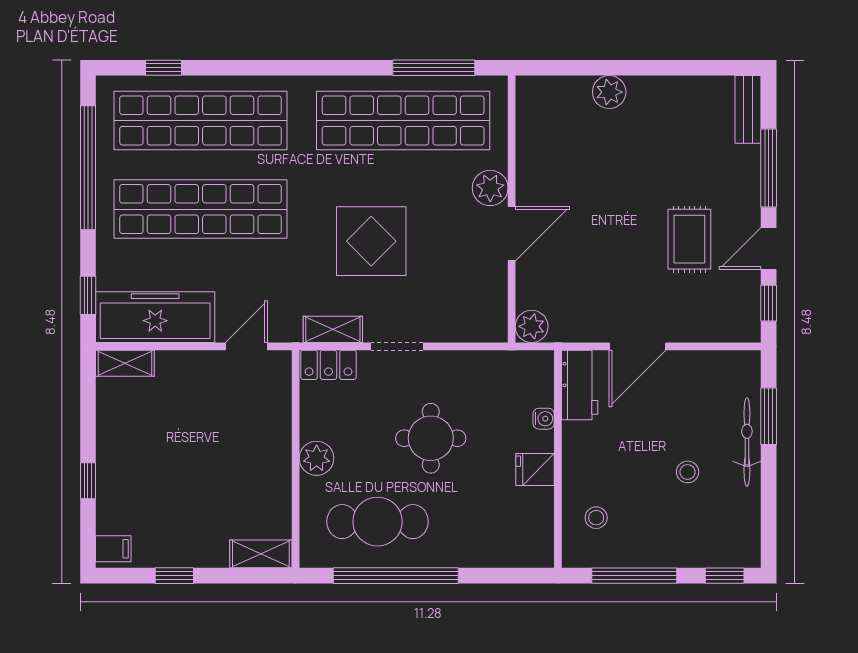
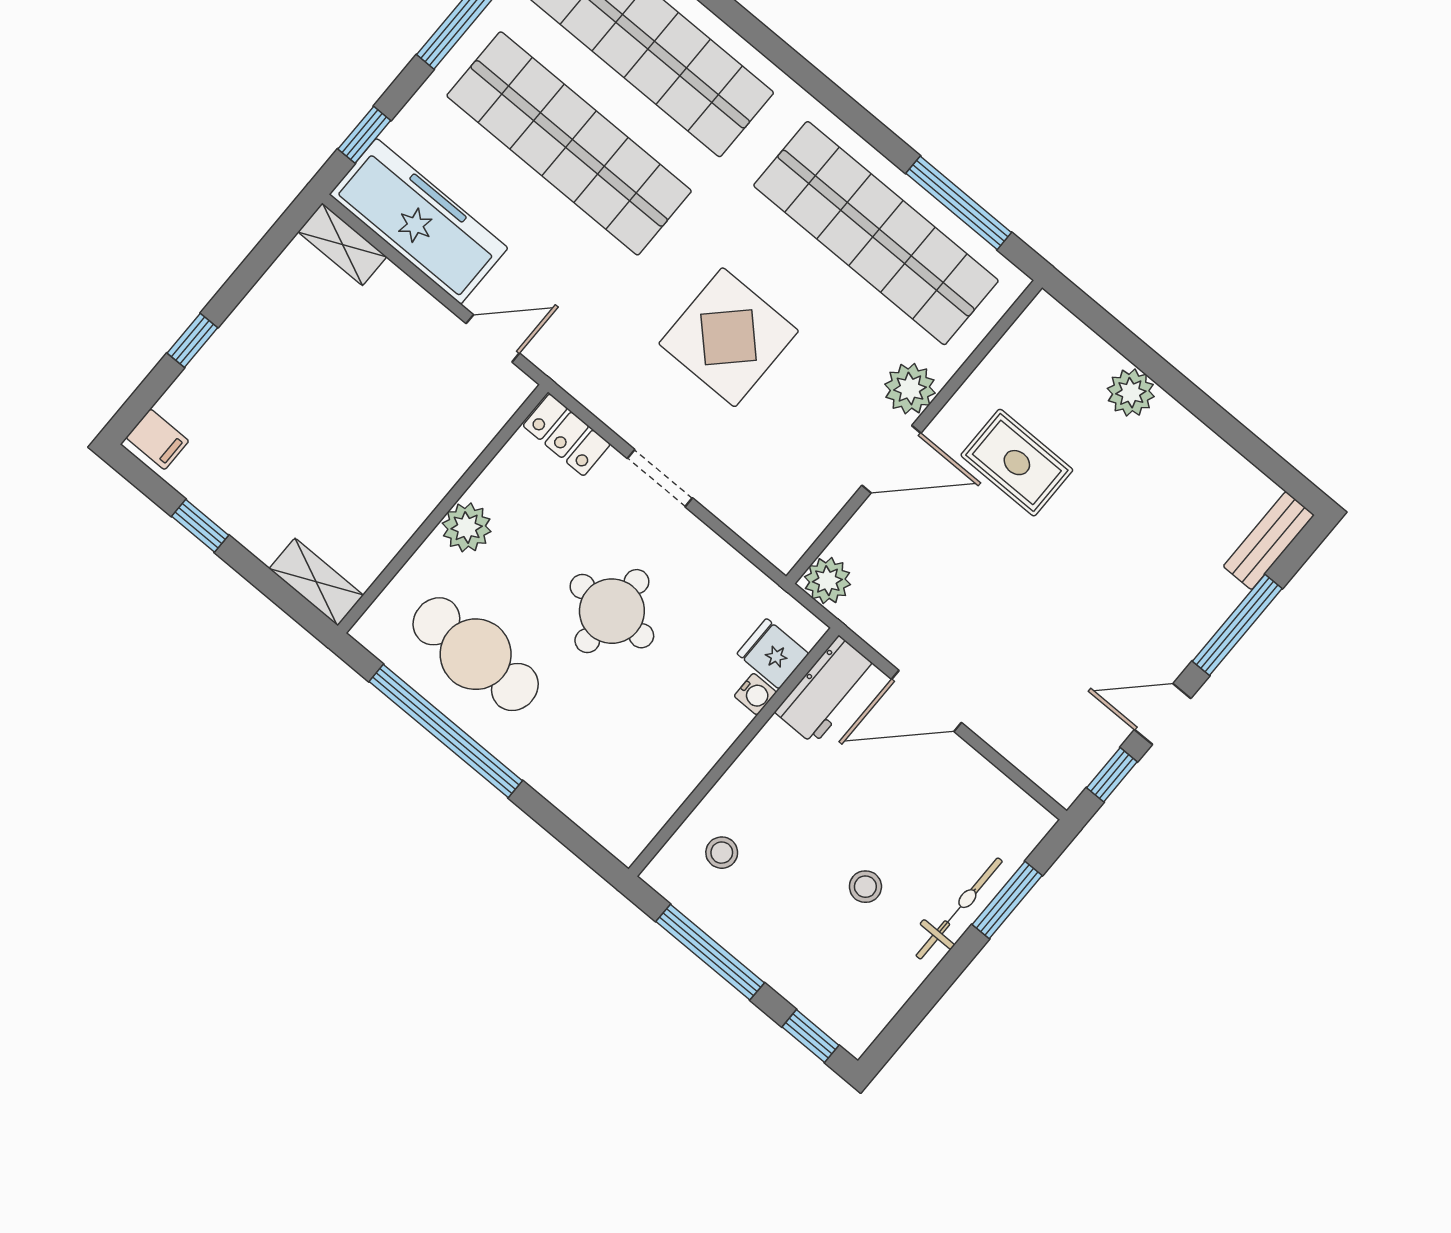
rug: (689, 239) -> (1017, 463), moved, turned 90
shelving: (333, 329) -> (604, 400), removed
fridge: (535, 470) -> (773, 654), moved

